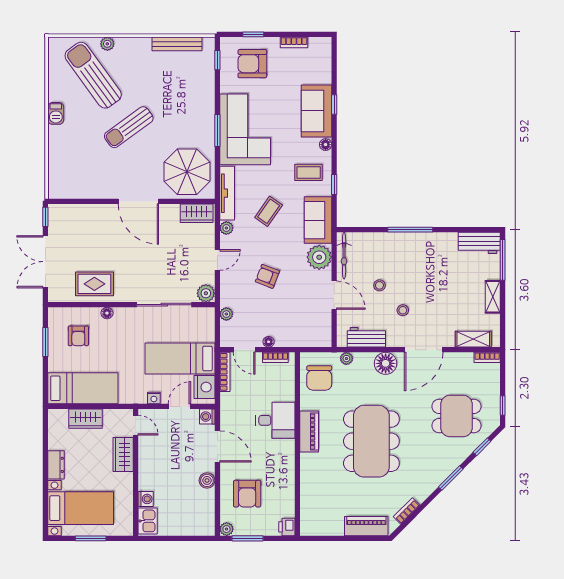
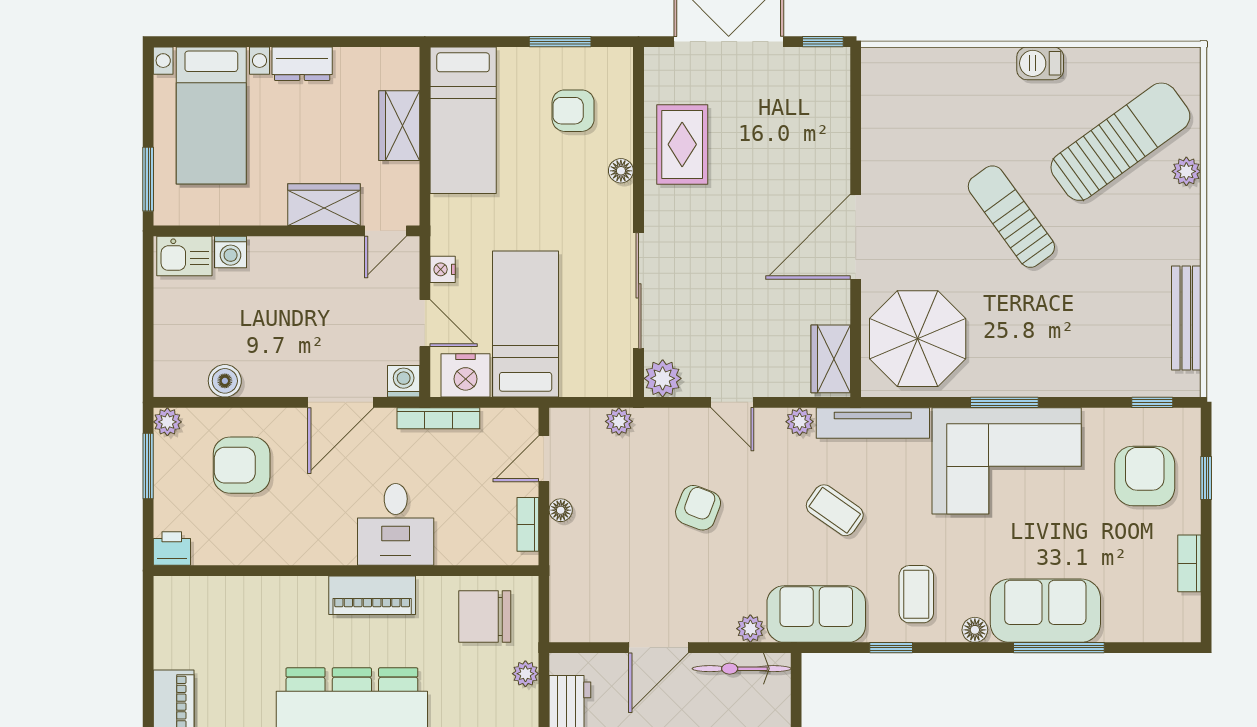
window: (334, 104) -> (1059, 648), width x2.17
plant: (319, 257) -> (750, 629), width x0.53, depth x0.53
bookcase: (225, 372) -> (438, 418), moved
boiler: (207, 480) -> (225, 381), moved
window: (91, 538) -> (148, 179), moved

